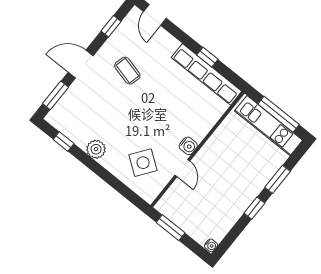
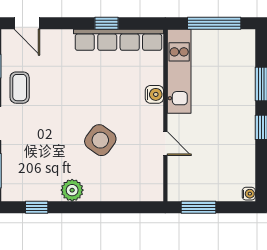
coffee table: (127, 71) -> (20, 88), moved, turned 76
kitchen unit: (269, 126) -> (179, 71), moved, turned -90
water cooler: (188, 146) -> (154, 94), moved
side table: (143, 163) -> (100, 140), moved

